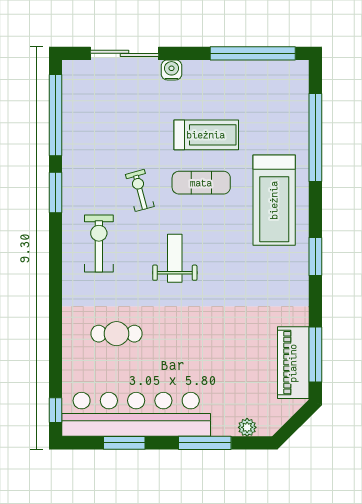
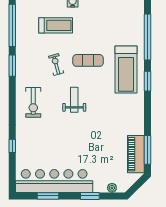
treadmill: (206, 135) -> (56, 25), moved
exercise bike: (99, 244) -> (33, 102), moved, turned 180
window: (315, 257) -> (147, 81), moved
cafe table: (117, 334) -> (44, 139), removed
window: (56, 410) -> (12, 146), moved
window: (205, 443) -> (90, 196), width x0.69

